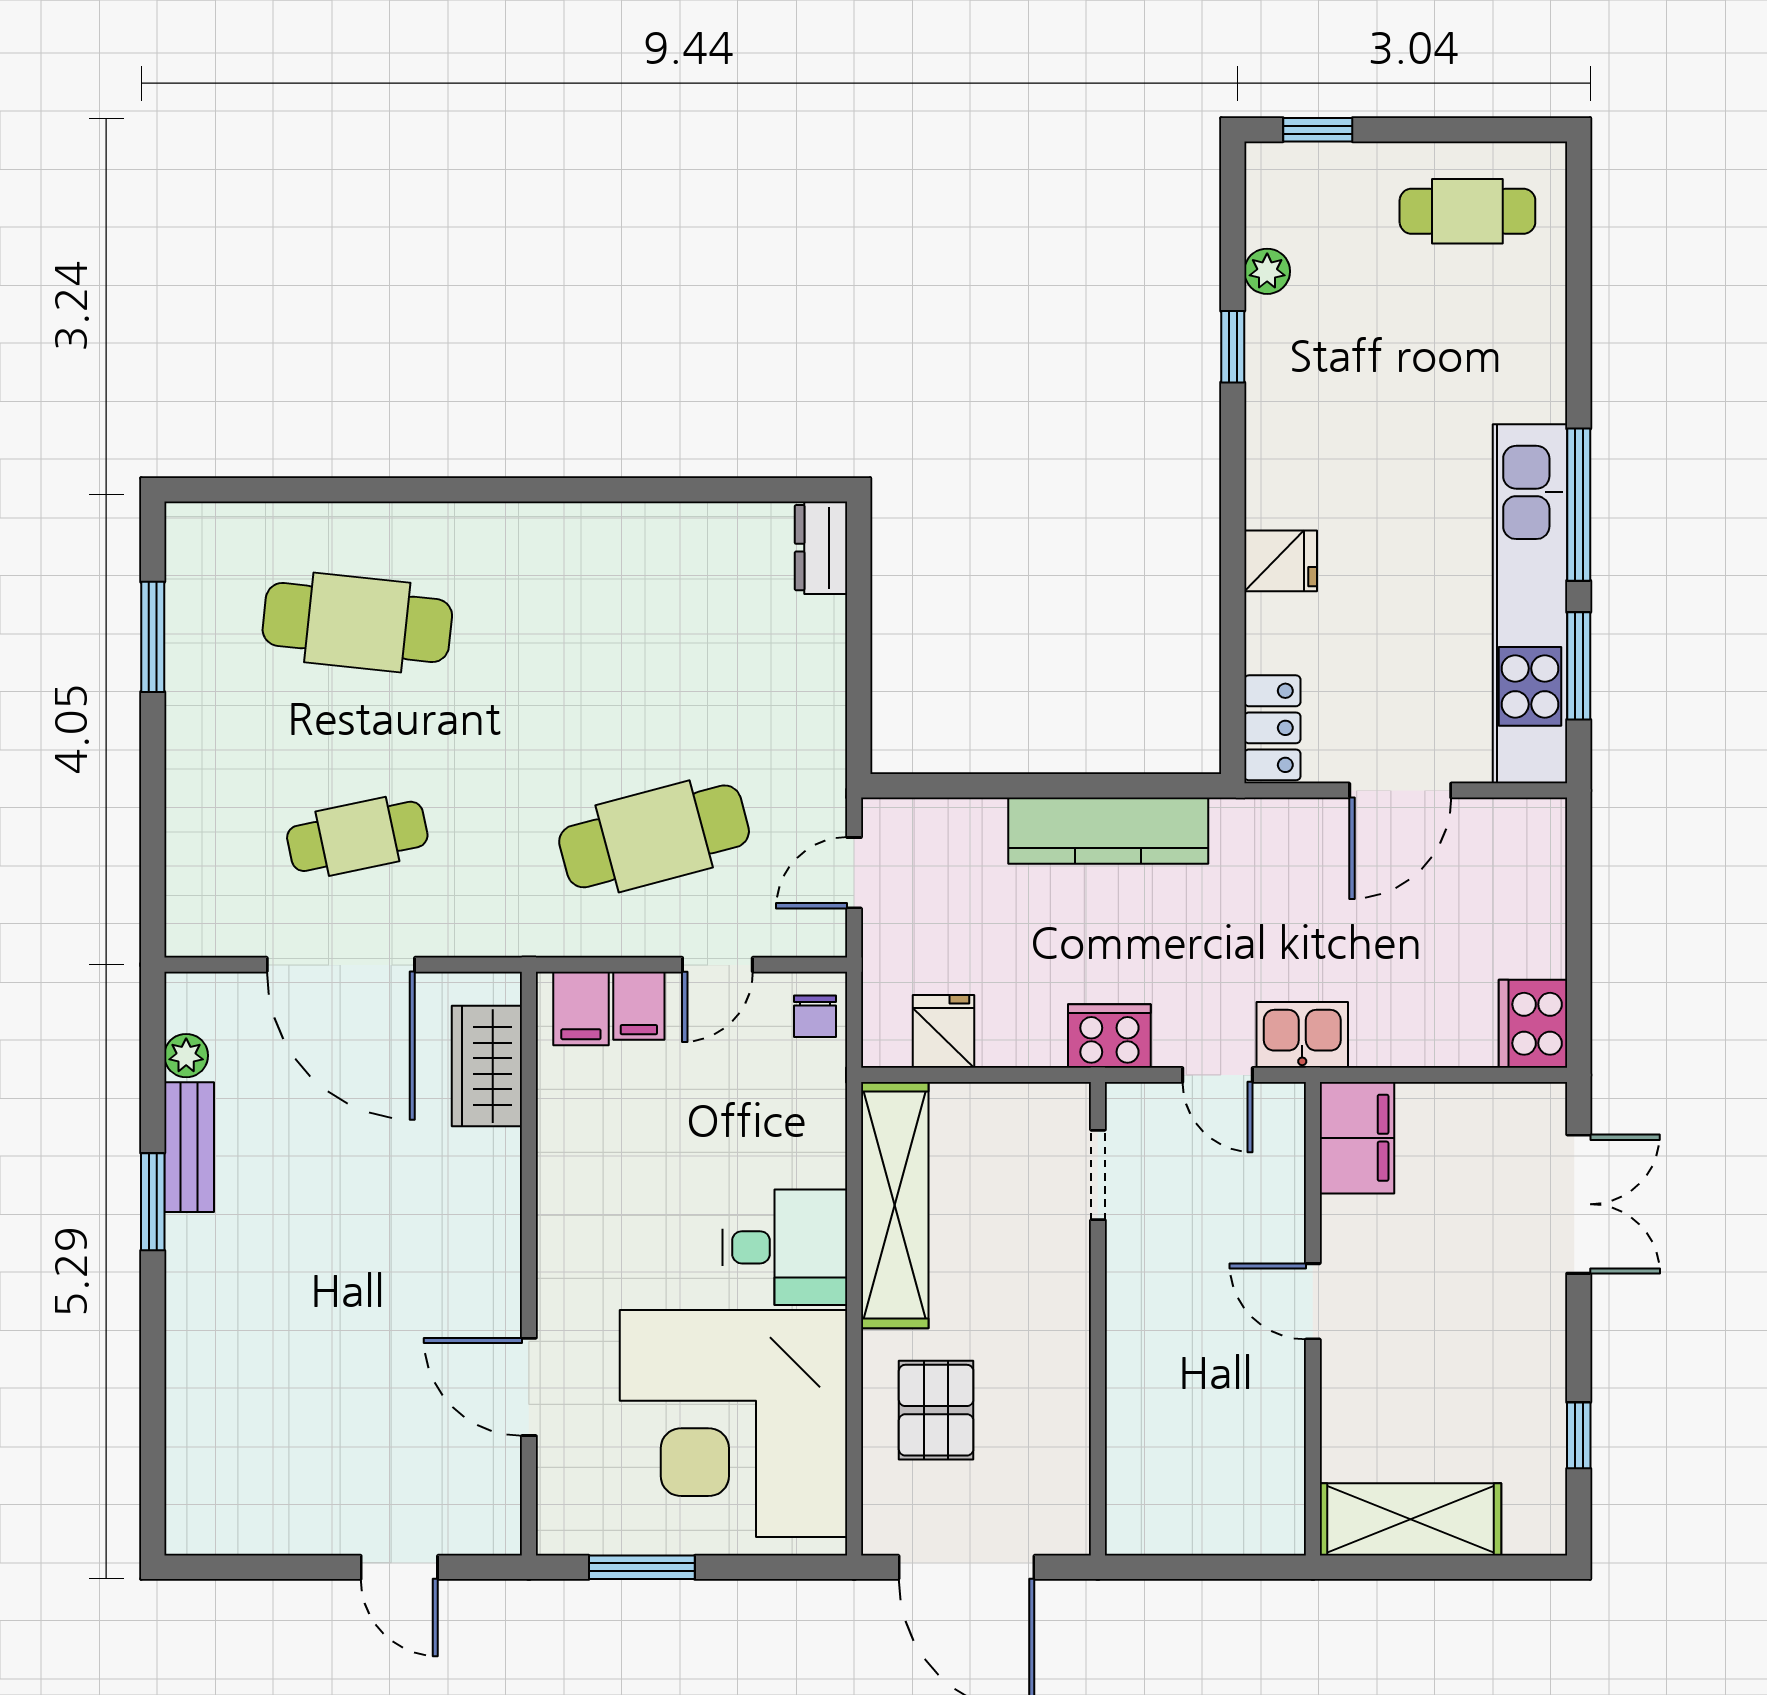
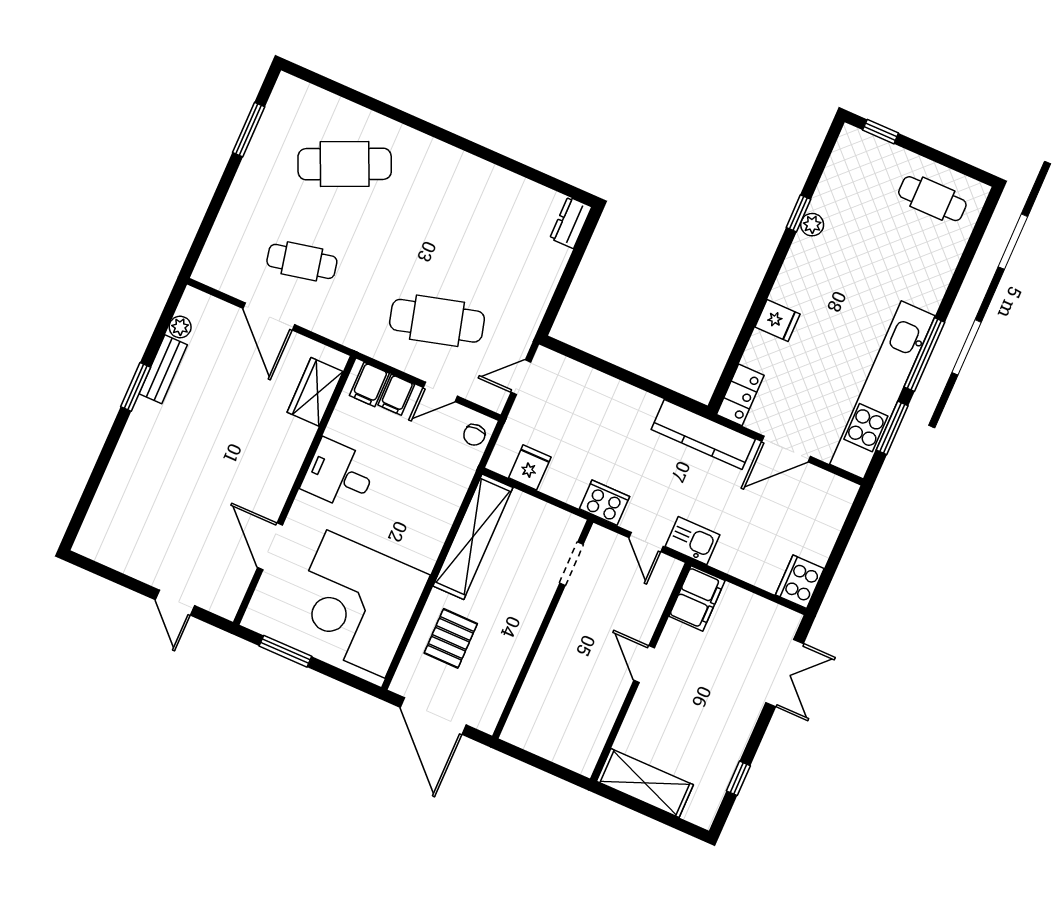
plant: (1267, 271) -> (812, 225), moved
cafe table: (357, 623) -> (345, 164), turned -30
kitchen counter: (1108, 831) -> (703, 434), moved
door: (341, 965) -> (269, 317), width x0.73
desk: (785, 1247) -> (339, 475), moved, turned 180

